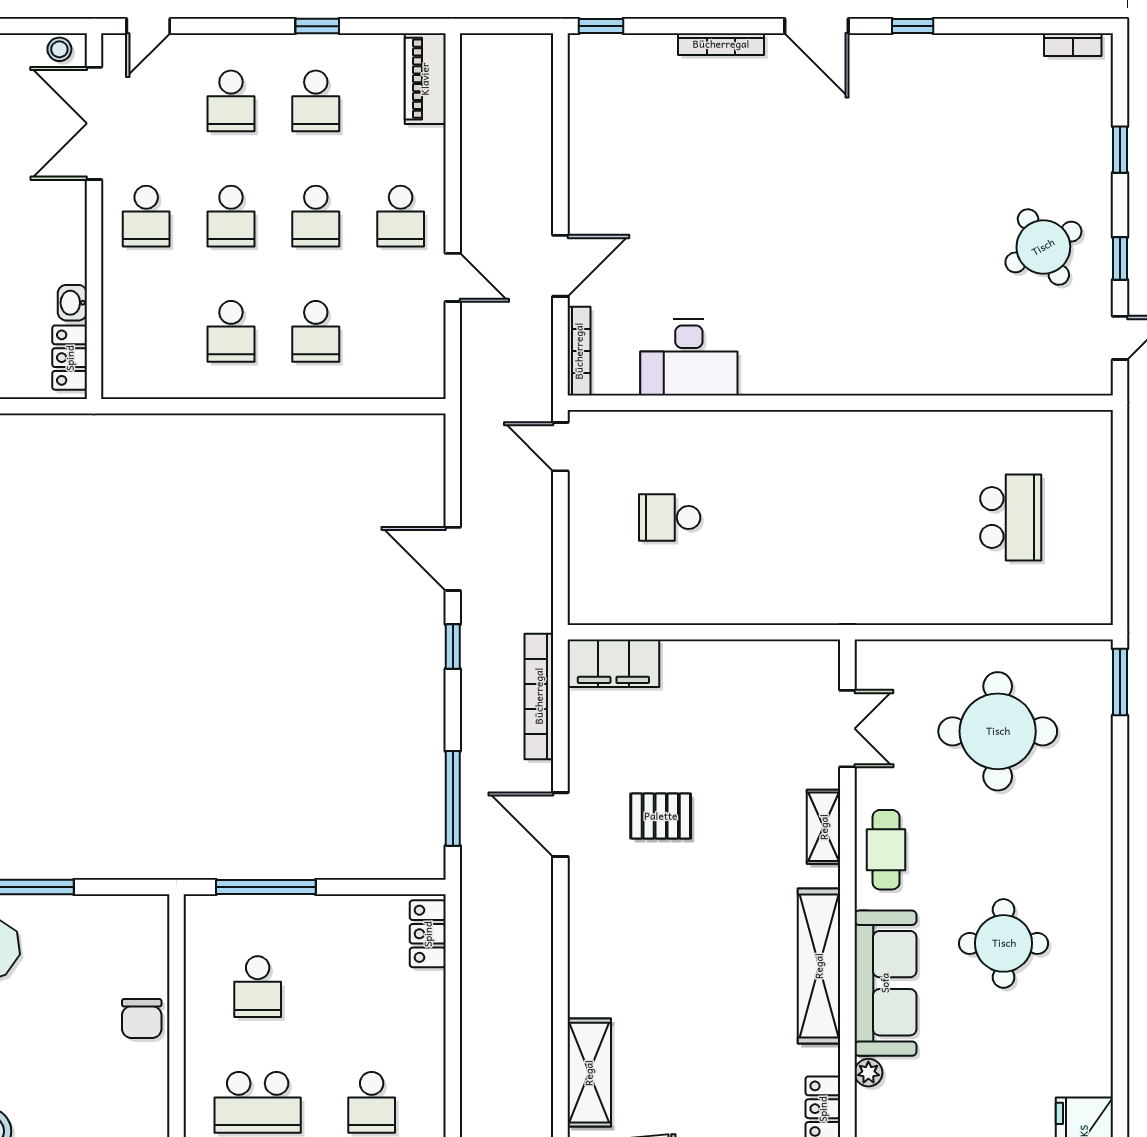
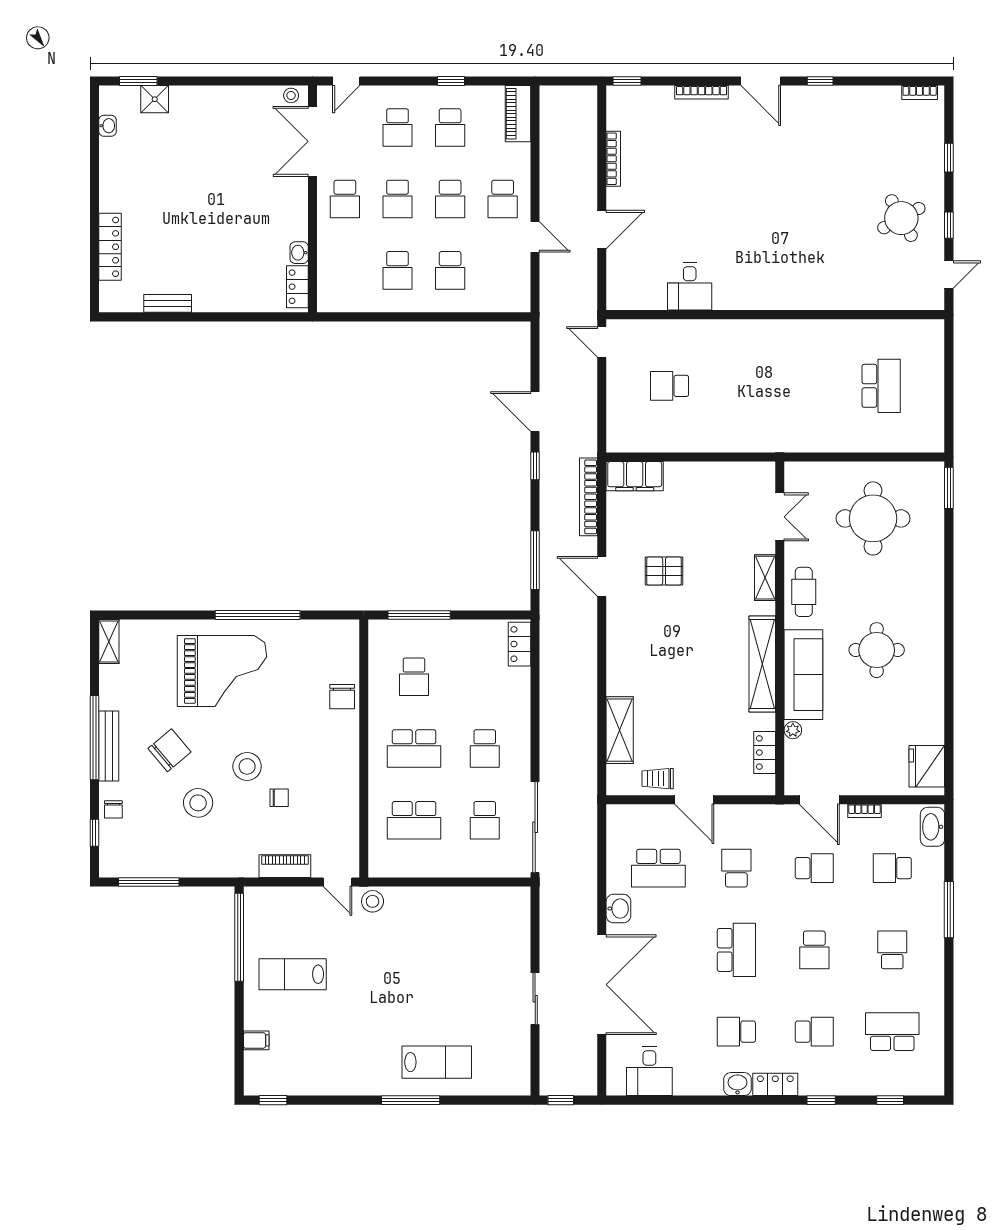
bookcase: (579, 351) -> (613, 159), moved
desk: (689, 357) -> (690, 287), width x0.73

